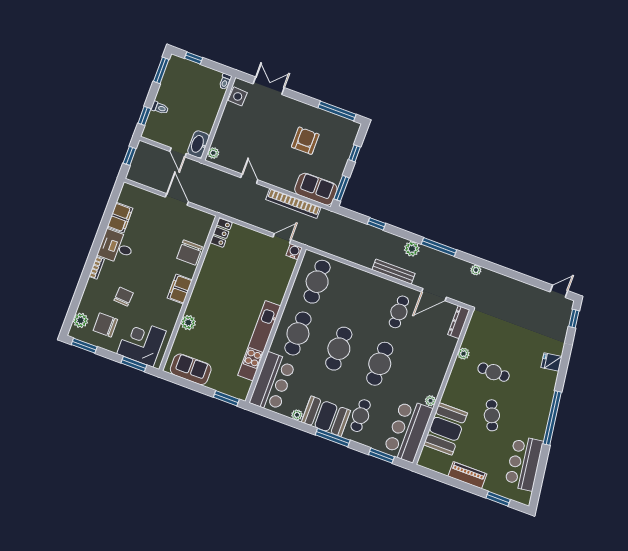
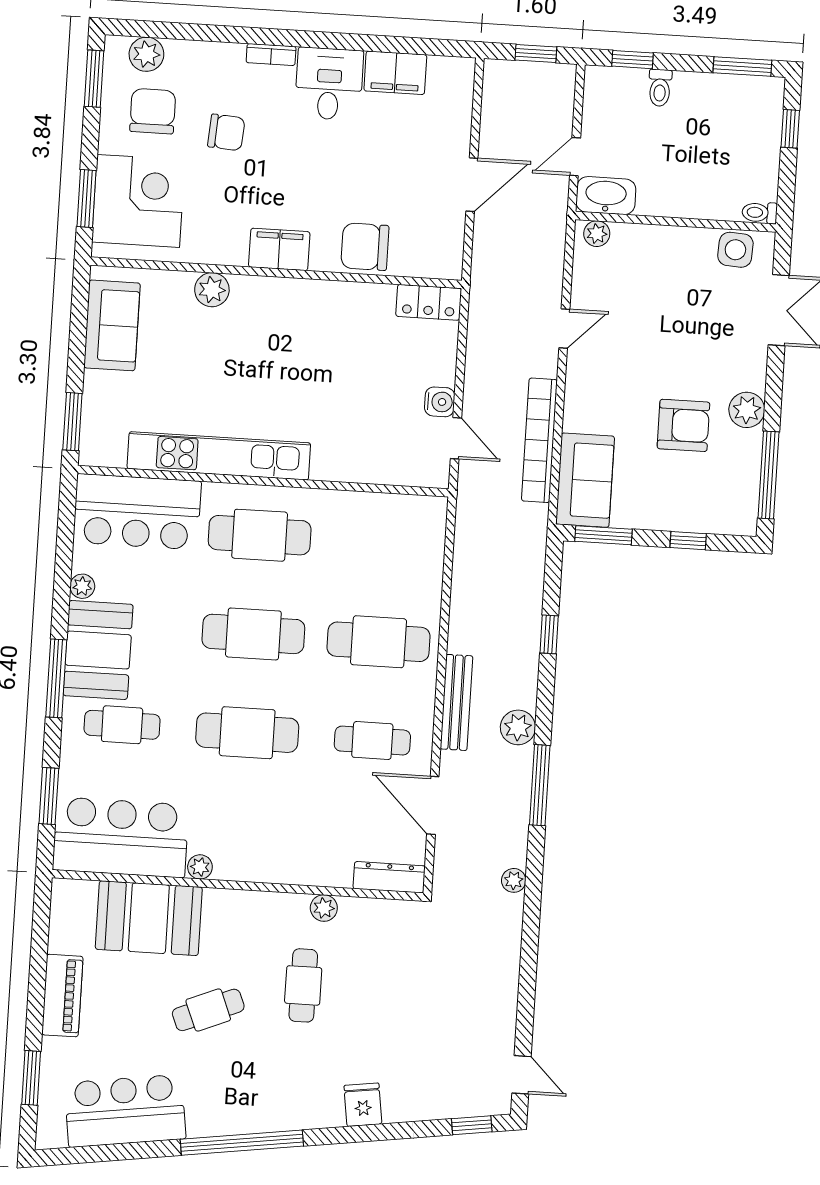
plant: (307, 112) -> (747, 410), added
water cooler: (294, 252) -> (440, 402), moved
cafe table: (317, 282) -> (379, 642), moved

